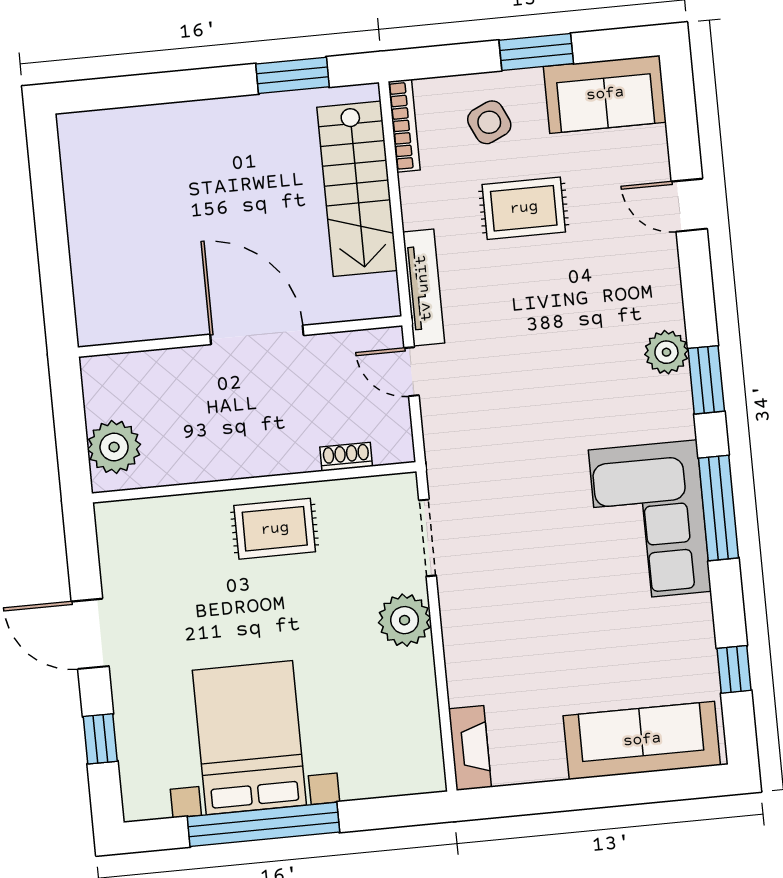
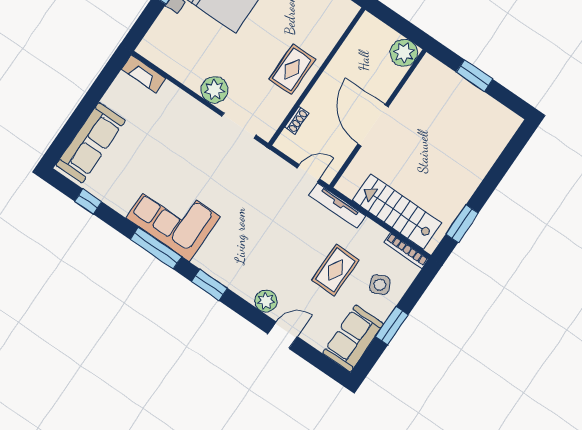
window: (53, 245) -> (474, 76), added
door: (257, 335) -> (373, 125), swing flipped
plant: (666, 352) -> (266, 301), moved
plant: (114, 447) -> (404, 53), moved

